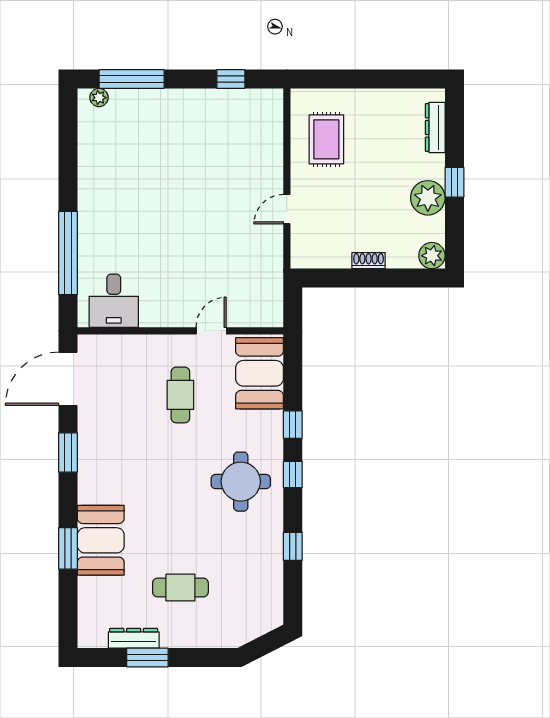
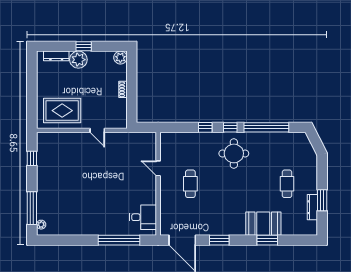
rug: (326, 139) -> (62, 111), width x1.36, depth x1.43
plant: (428, 198) -> (78, 60), moved
booth: (260, 373) -> (179, 144), removed
cafe table: (180, 395) -> (190, 184), turned 90
window: (293, 546) -> (266, 127), width x3.17

